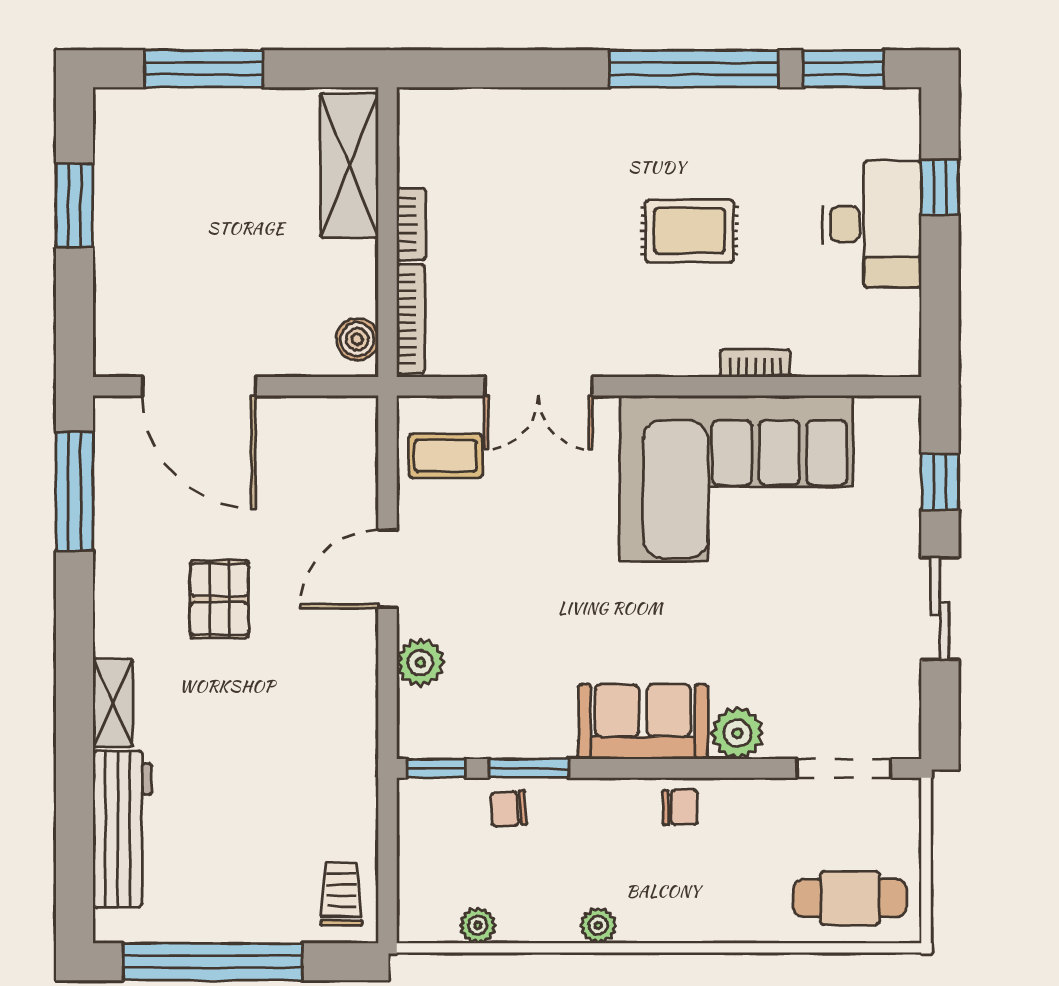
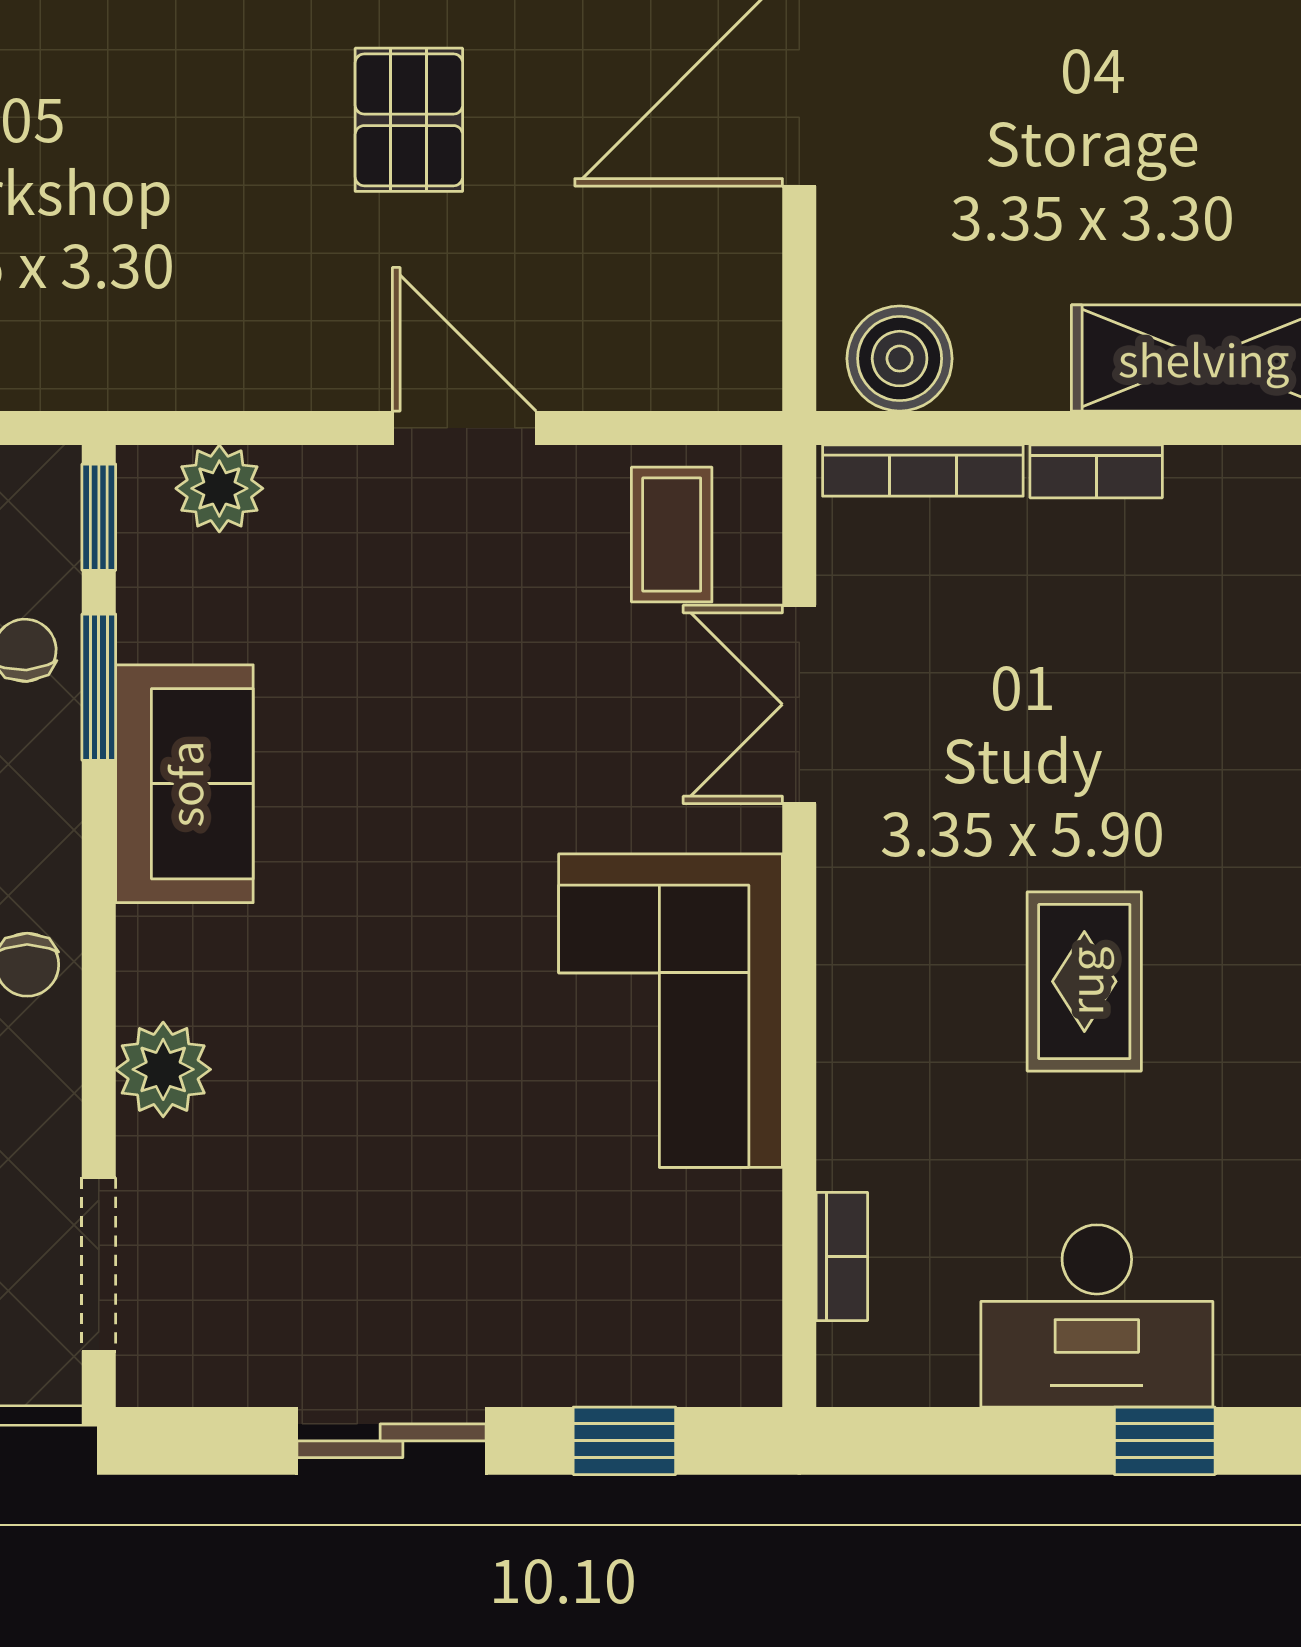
boiler: (357, 339) -> (900, 359), width x1.36, depth x1.36
bookcase: (755, 363) -> (842, 1256), moved
corner sofa: (736, 478) -> (671, 1011), width x0.73, depth x0.74
pallet: (219, 599) -> (409, 120), turned 90
plant: (421, 663) -> (219, 488), moved
sofa: (643, 722) -> (184, 784), moved

